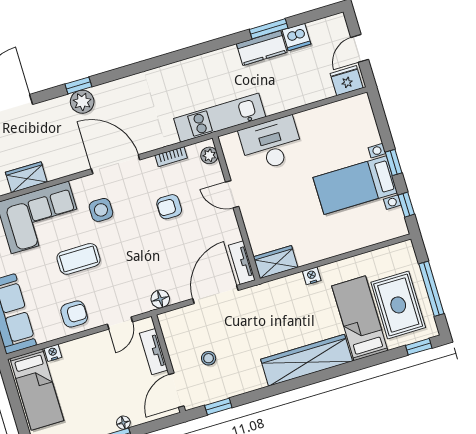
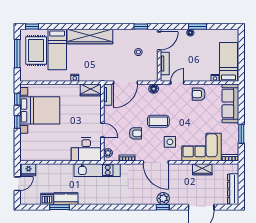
desk: (271, 144) -> (86, 149), moved
bed with nightstands: (355, 185) -> (40, 110), width x1.36
coffee table: (79, 259) -> (158, 121), moved

